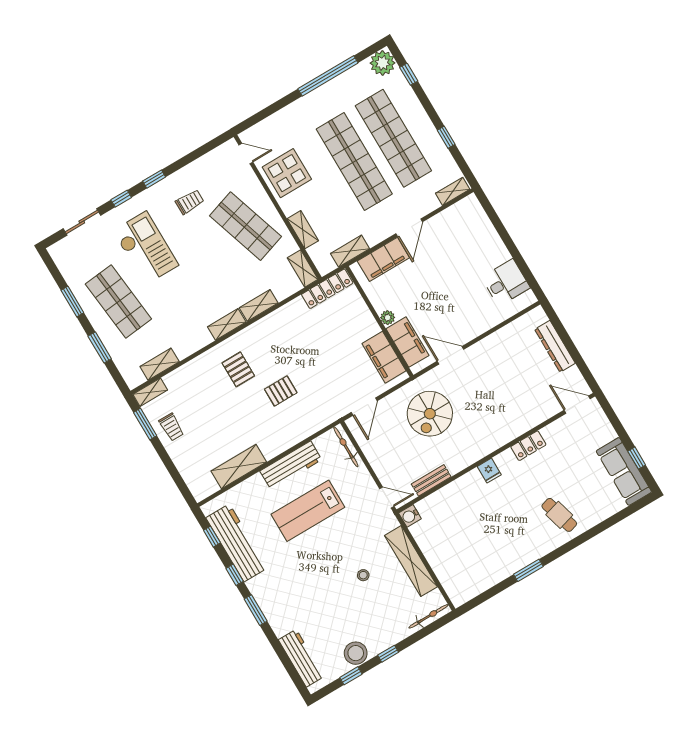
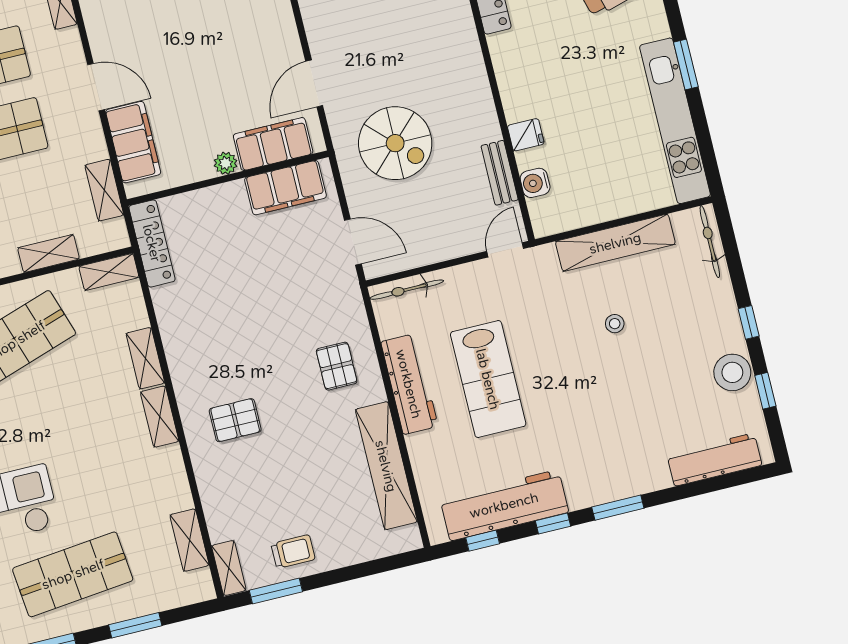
pallet: (281, 391) -> (337, 366), moved
shelving: (239, 466) -> (386, 466), width x1.47
fridge: (489, 471) -> (526, 135), moved
water cooler: (410, 516) -> (535, 183), moved, turned 90
kitchen unit: (493, 574) -> (675, 121), added

